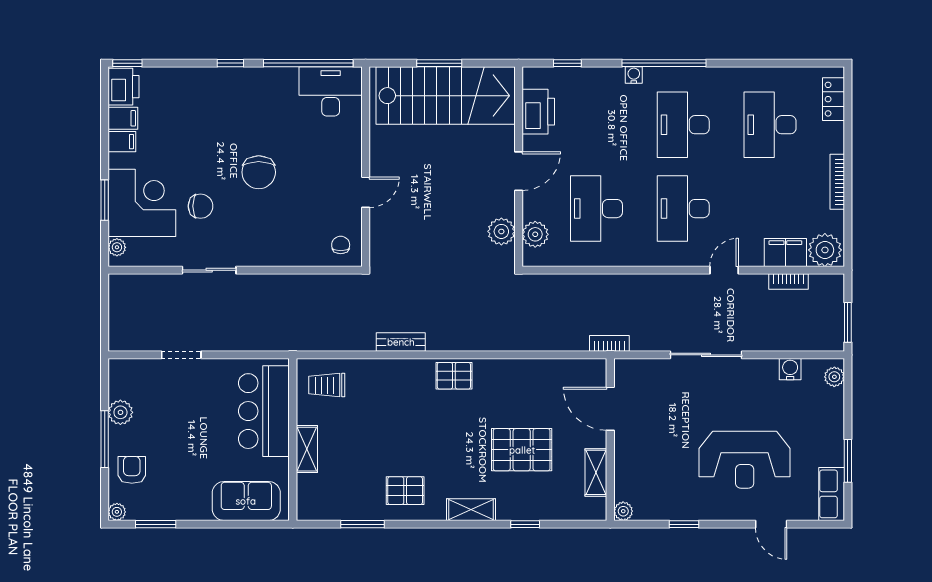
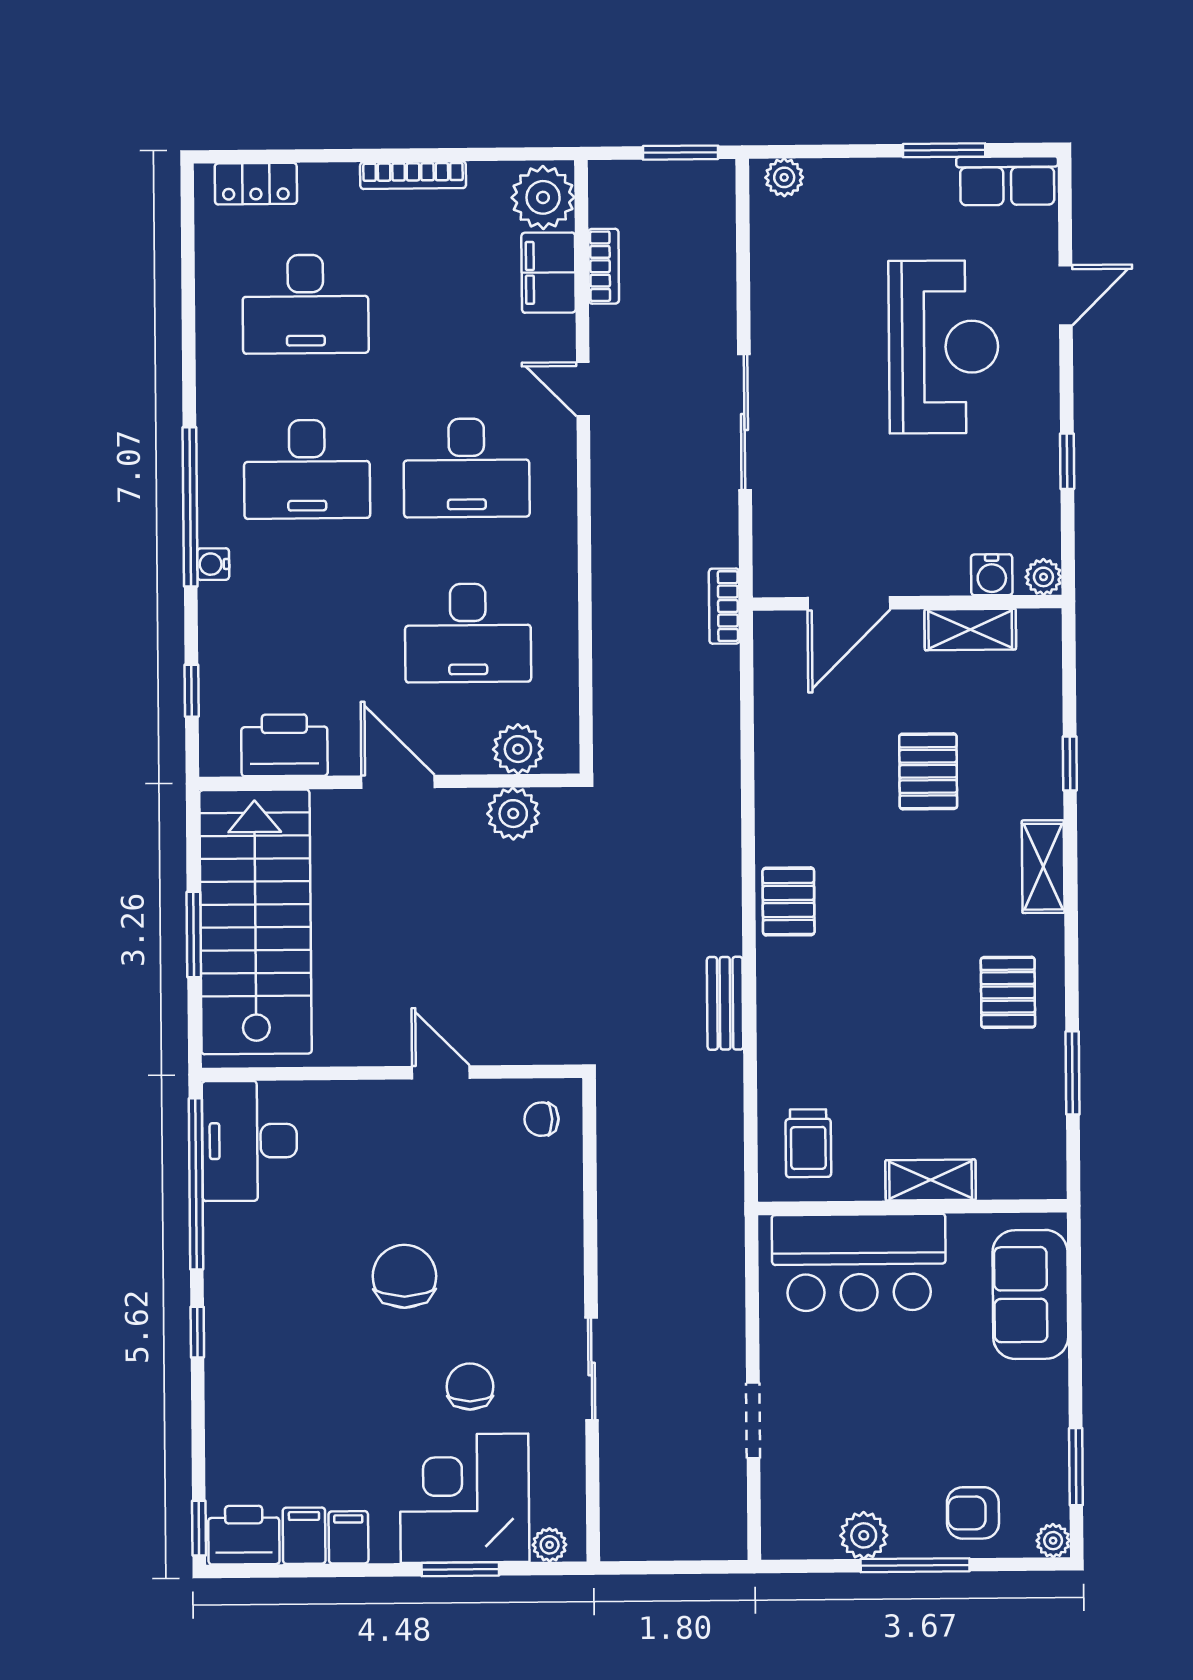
chair: (259, 172) -> (404, 1276), turned -90
water cooler: (790, 369) -> (992, 575), moved, turned -90
pallet: (522, 450) -> (928, 771), width x0.67, depth x0.71

